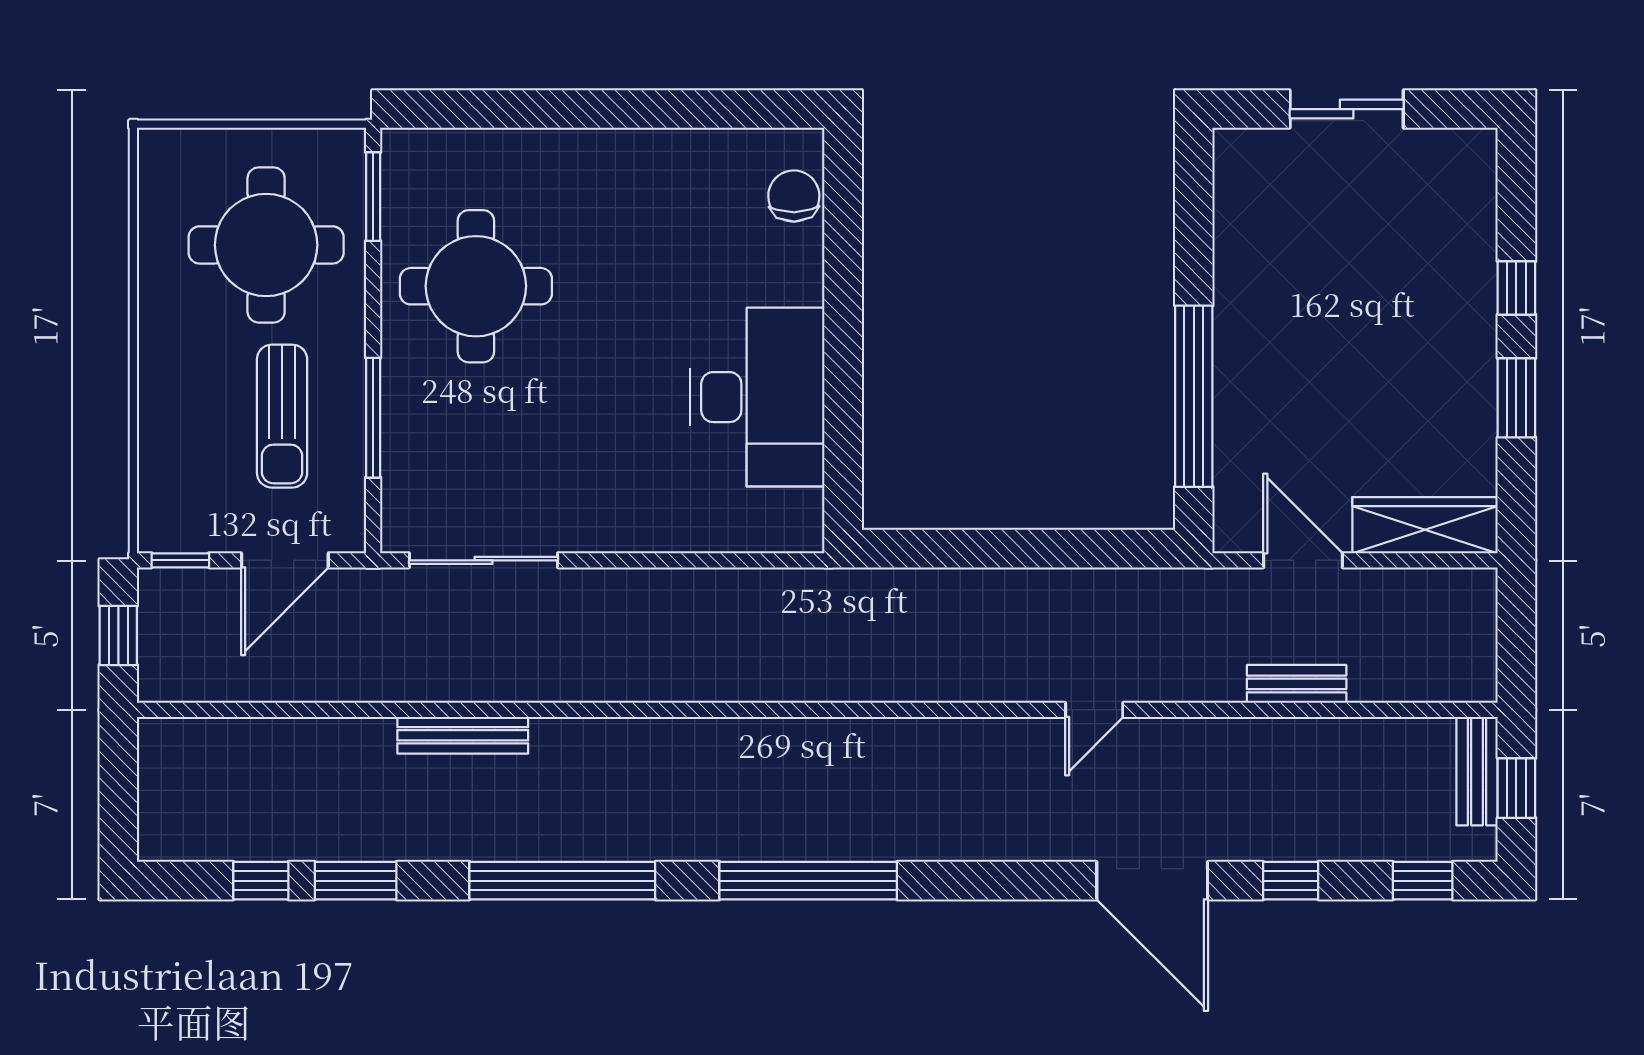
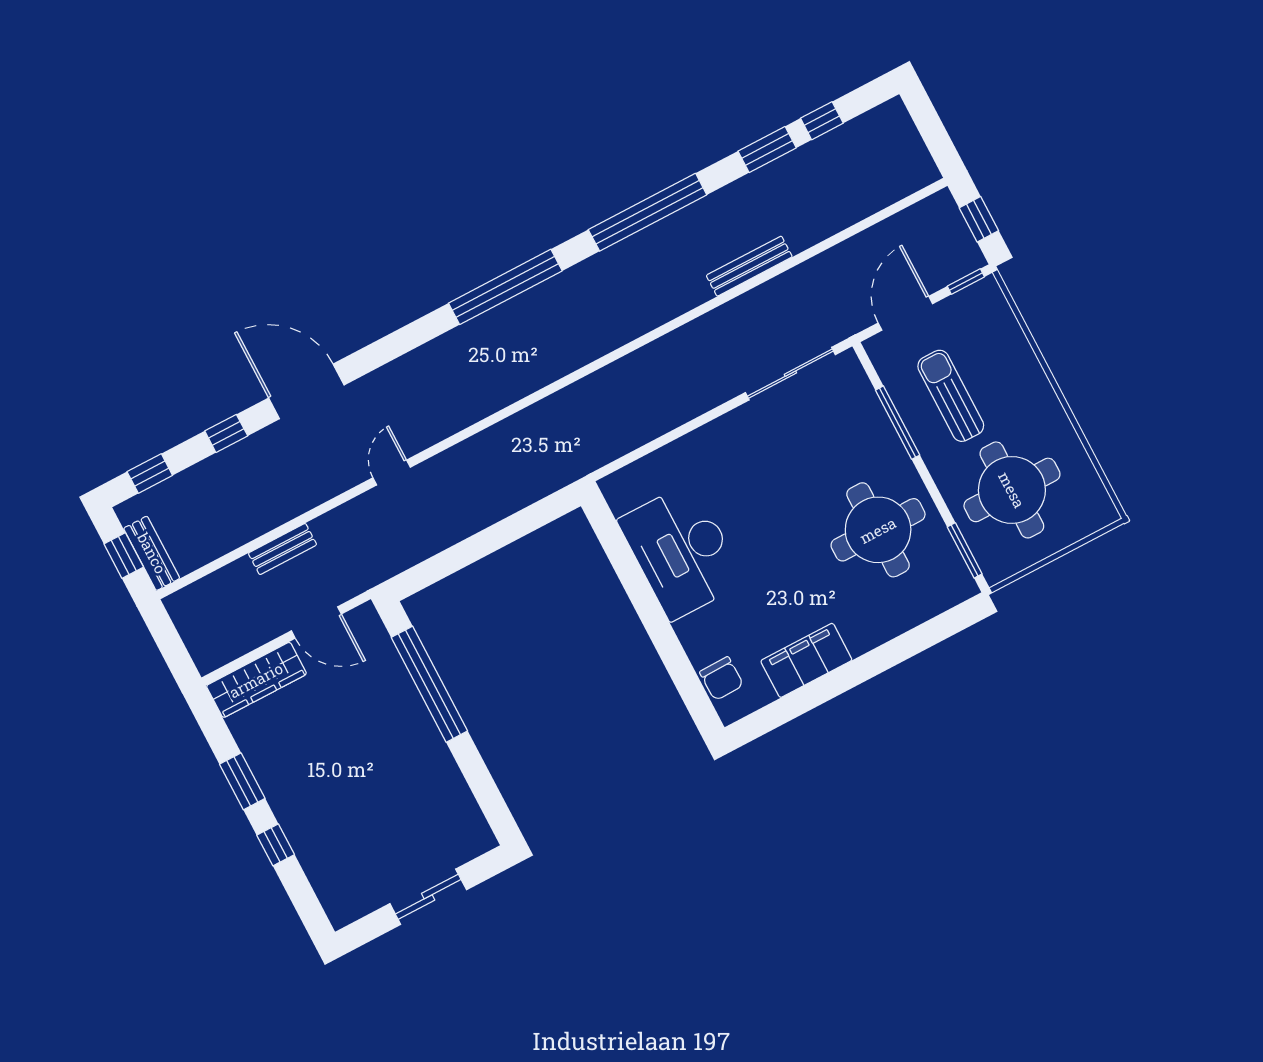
filing cabinet: (666, 160) -> (806, 660), added

